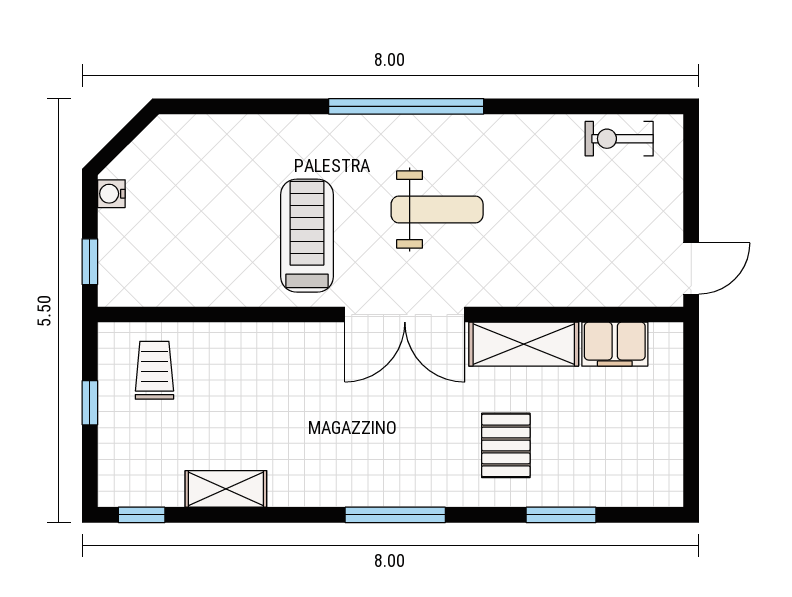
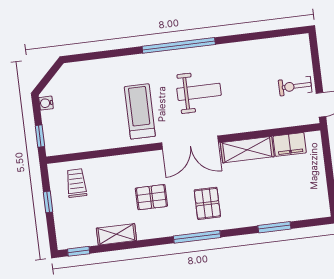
exercise bike: (619, 139) -> (295, 86), moved
pallet: (309, 420) -> (151, 197), added
pallet: (506, 445) -> (207, 203), moved

